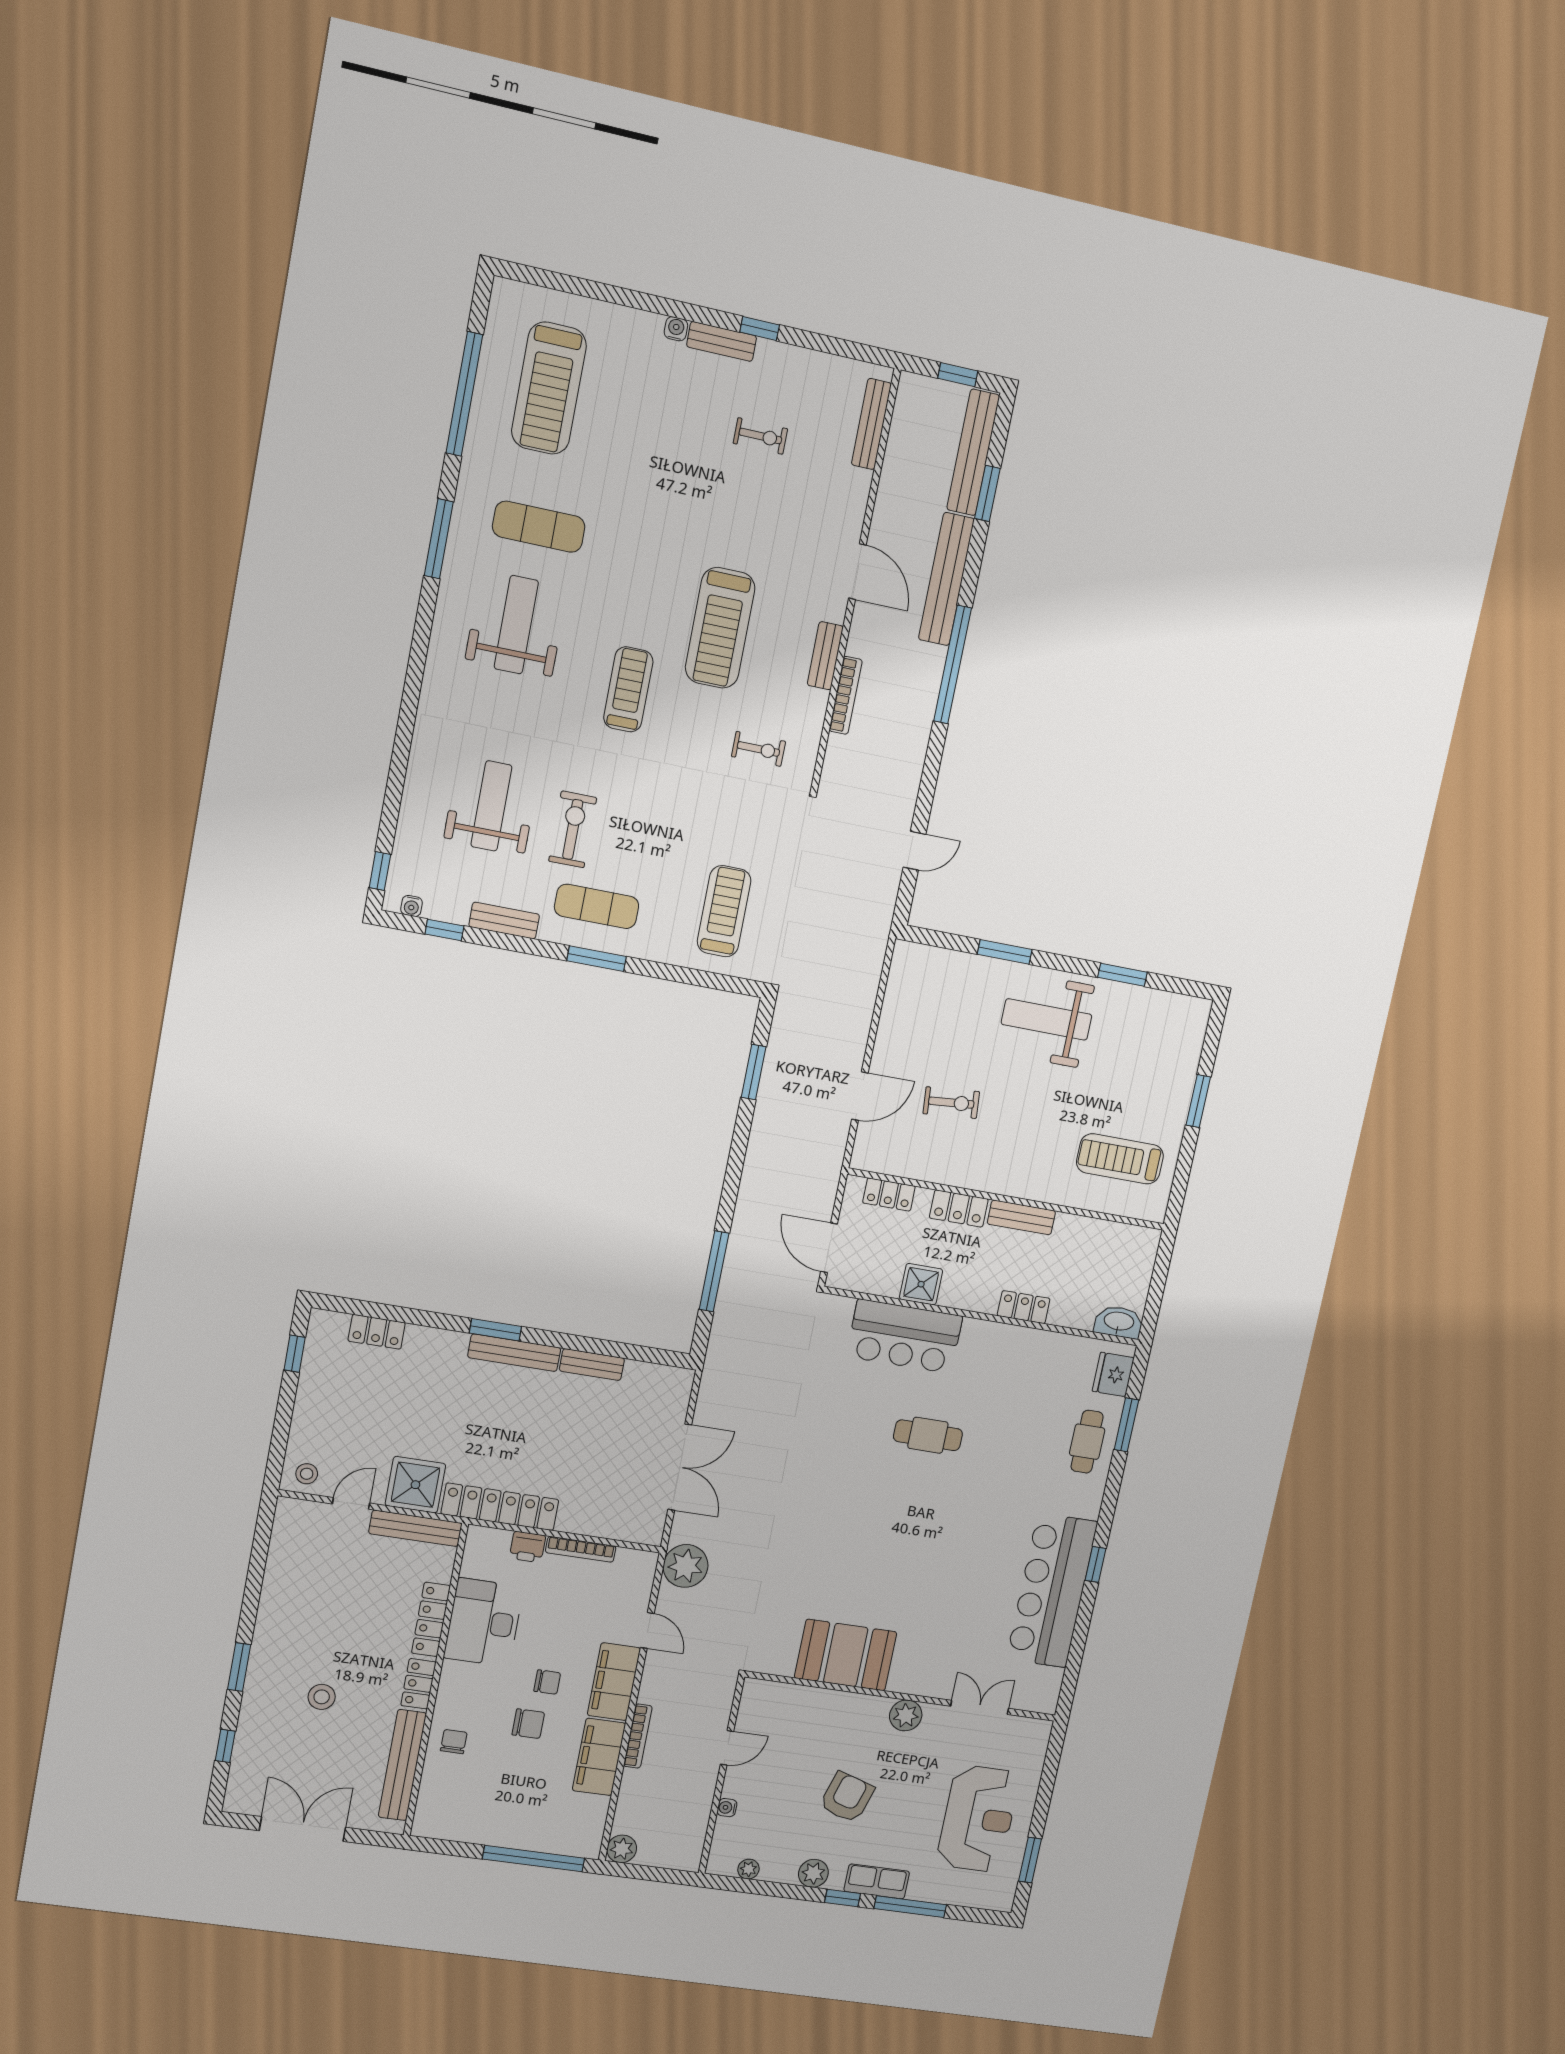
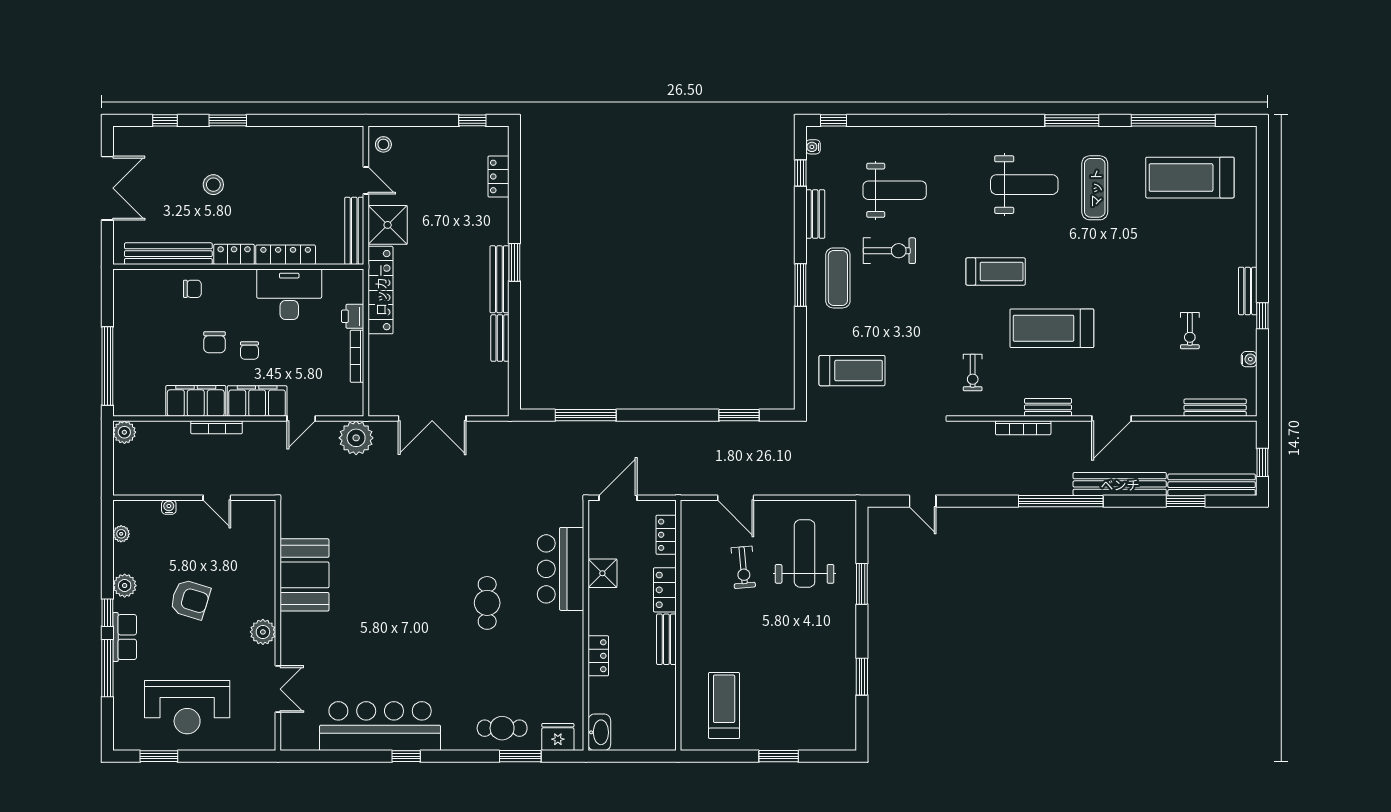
water cooler: (676, 329) -> (1249, 359), moved
weight bench: (1047, 1019) -> (805, 554), moved

